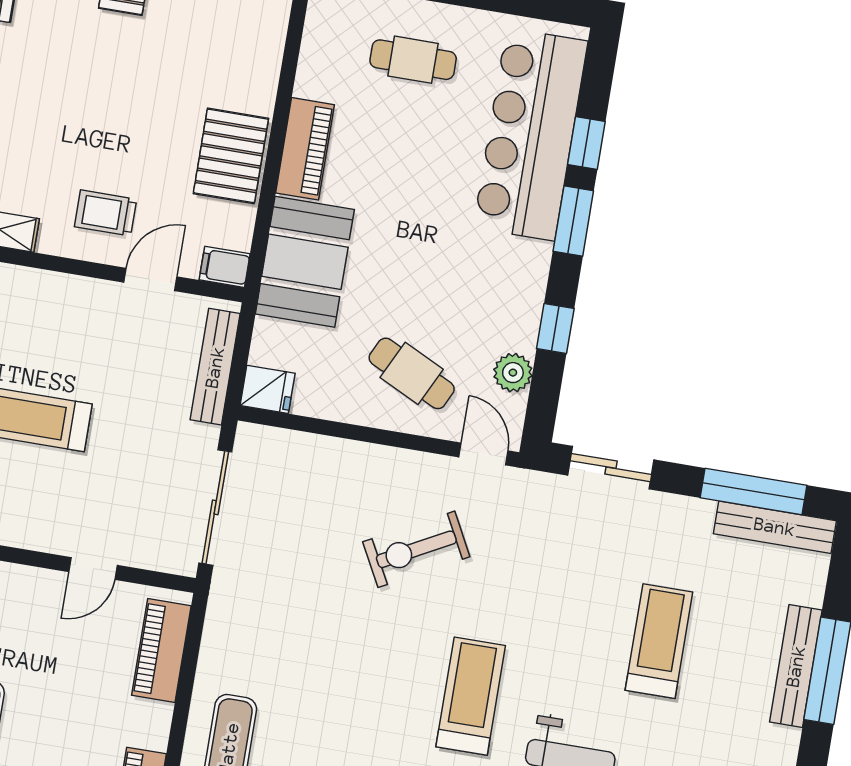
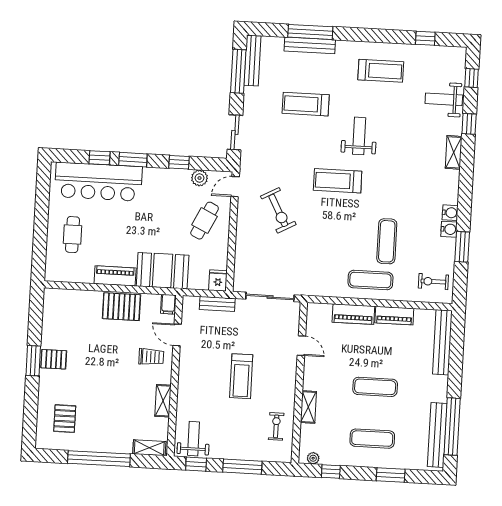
trolley: (106, 213) -> (151, 357), turned -90
bench: (215, 367) -> (217, 304), width x0.73
piano: (161, 651) -> (353, 314), moved

